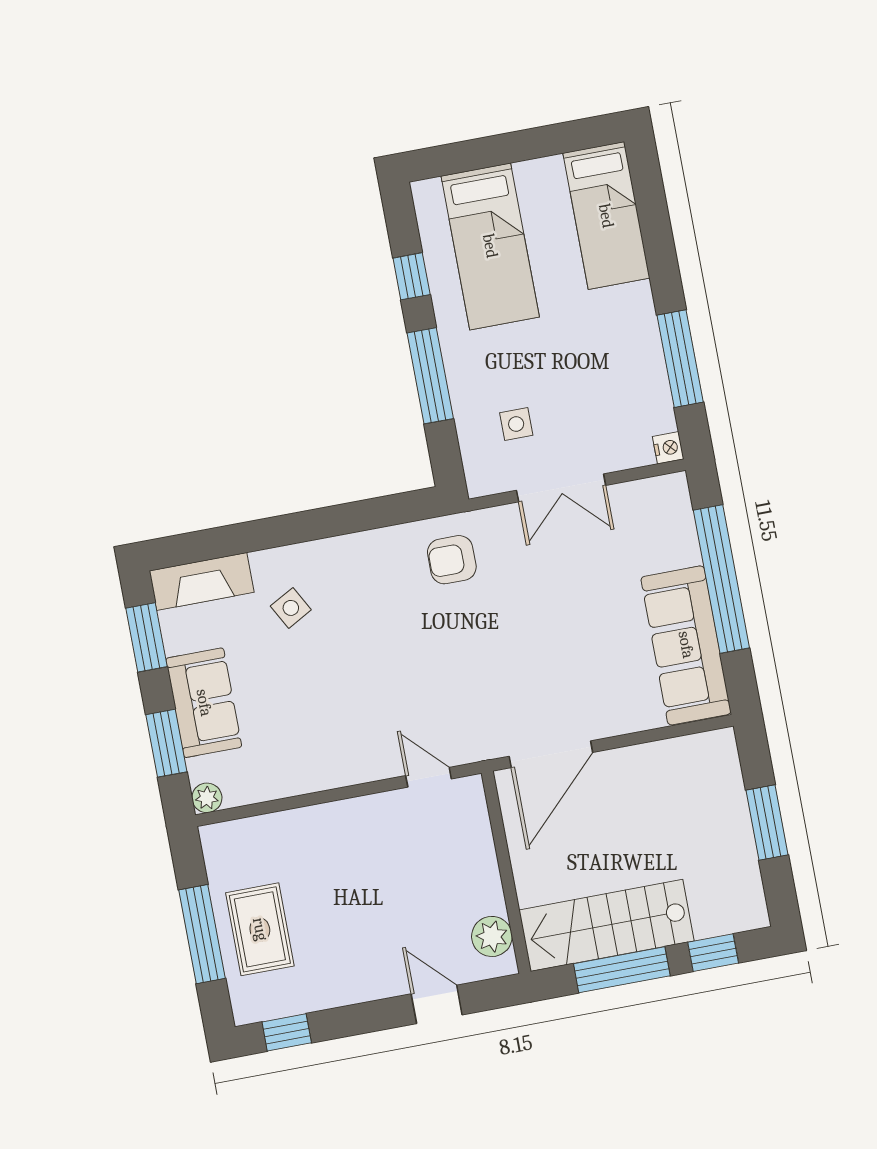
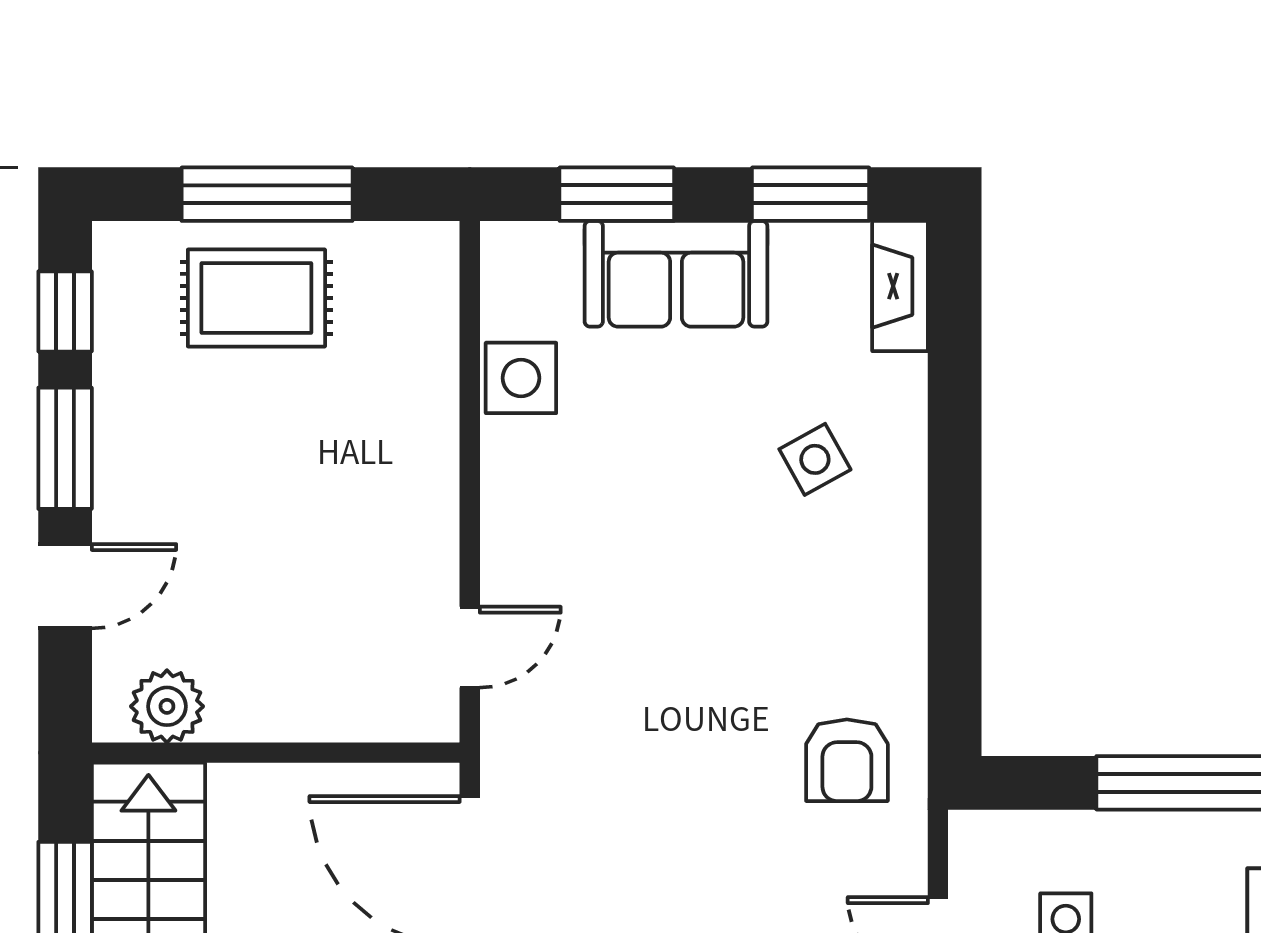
armchair: (452, 560) -> (847, 760), turned 180
fireplace: (202, 582) -> (900, 286), width x0.73, depth x0.76
side table: (276, 777) -> (521, 378), added
plant: (207, 798) -> (507, 248), removed
window: (361, 1018) -> (65, 448), added

